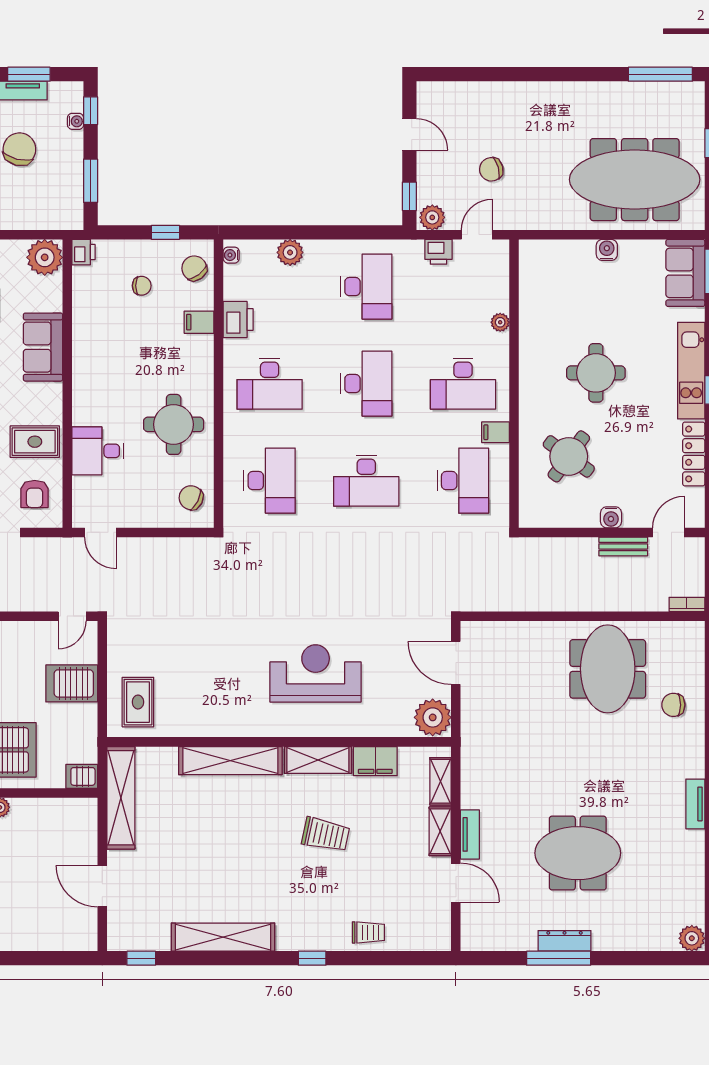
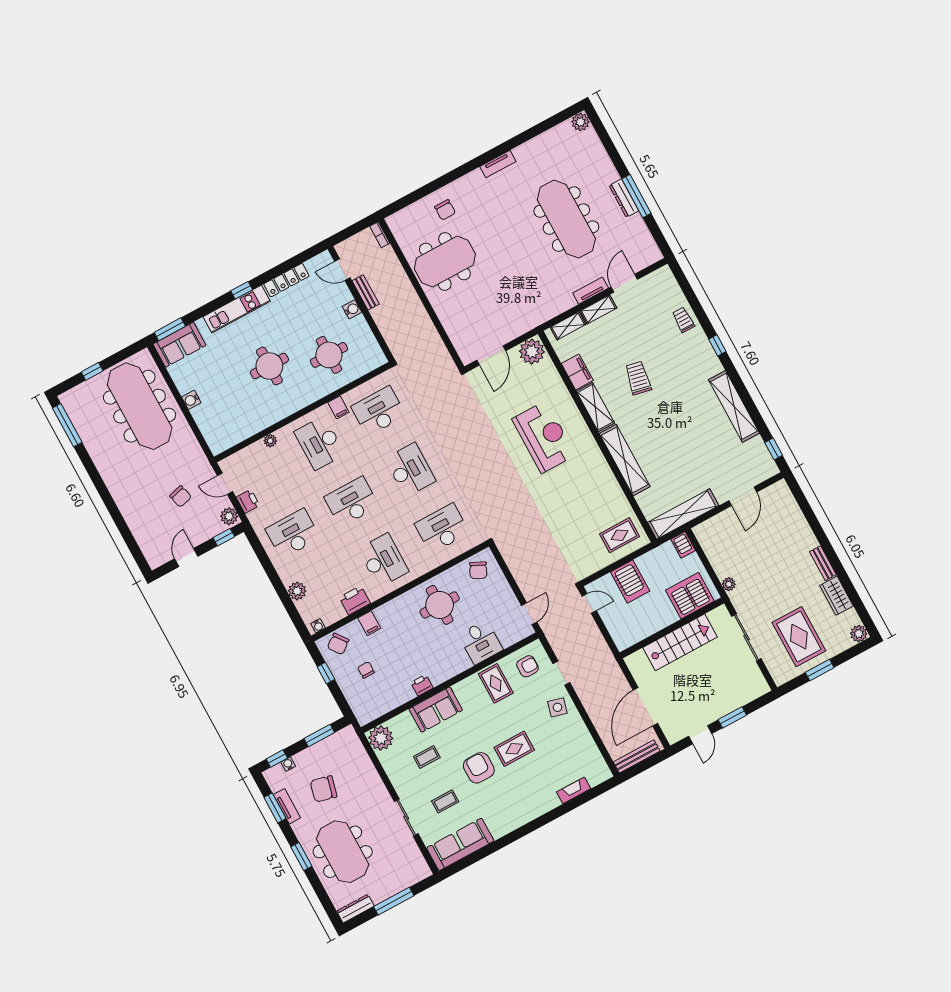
printer: (84, 252) -> (422, 685), moved
desk: (463, 384) -> (320, 443), turned 180
round table: (569, 456) -> (329, 355), turned -36
reception desk: (316, 673) -> (544, 437), turned 180
meeting table: (578, 853) -> (566, 219), width x1.36

